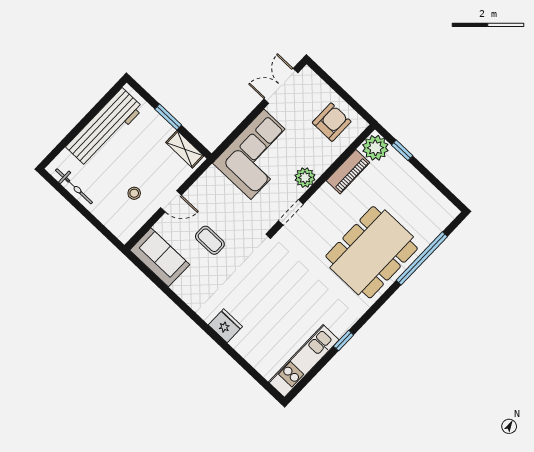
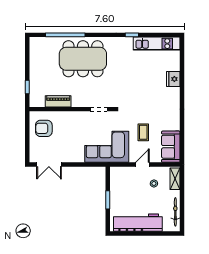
plant: (375, 148) -> (37, 99), removed
shelving: (185, 149) -> (175, 179), moved
corner sofa: (257, 154) -> (107, 147), moved
plant: (305, 178) -> (78, 117), removed
door: (171, 201) -> (142, 165), hinge flipped
fridge: (225, 326) -> (173, 79), moved

